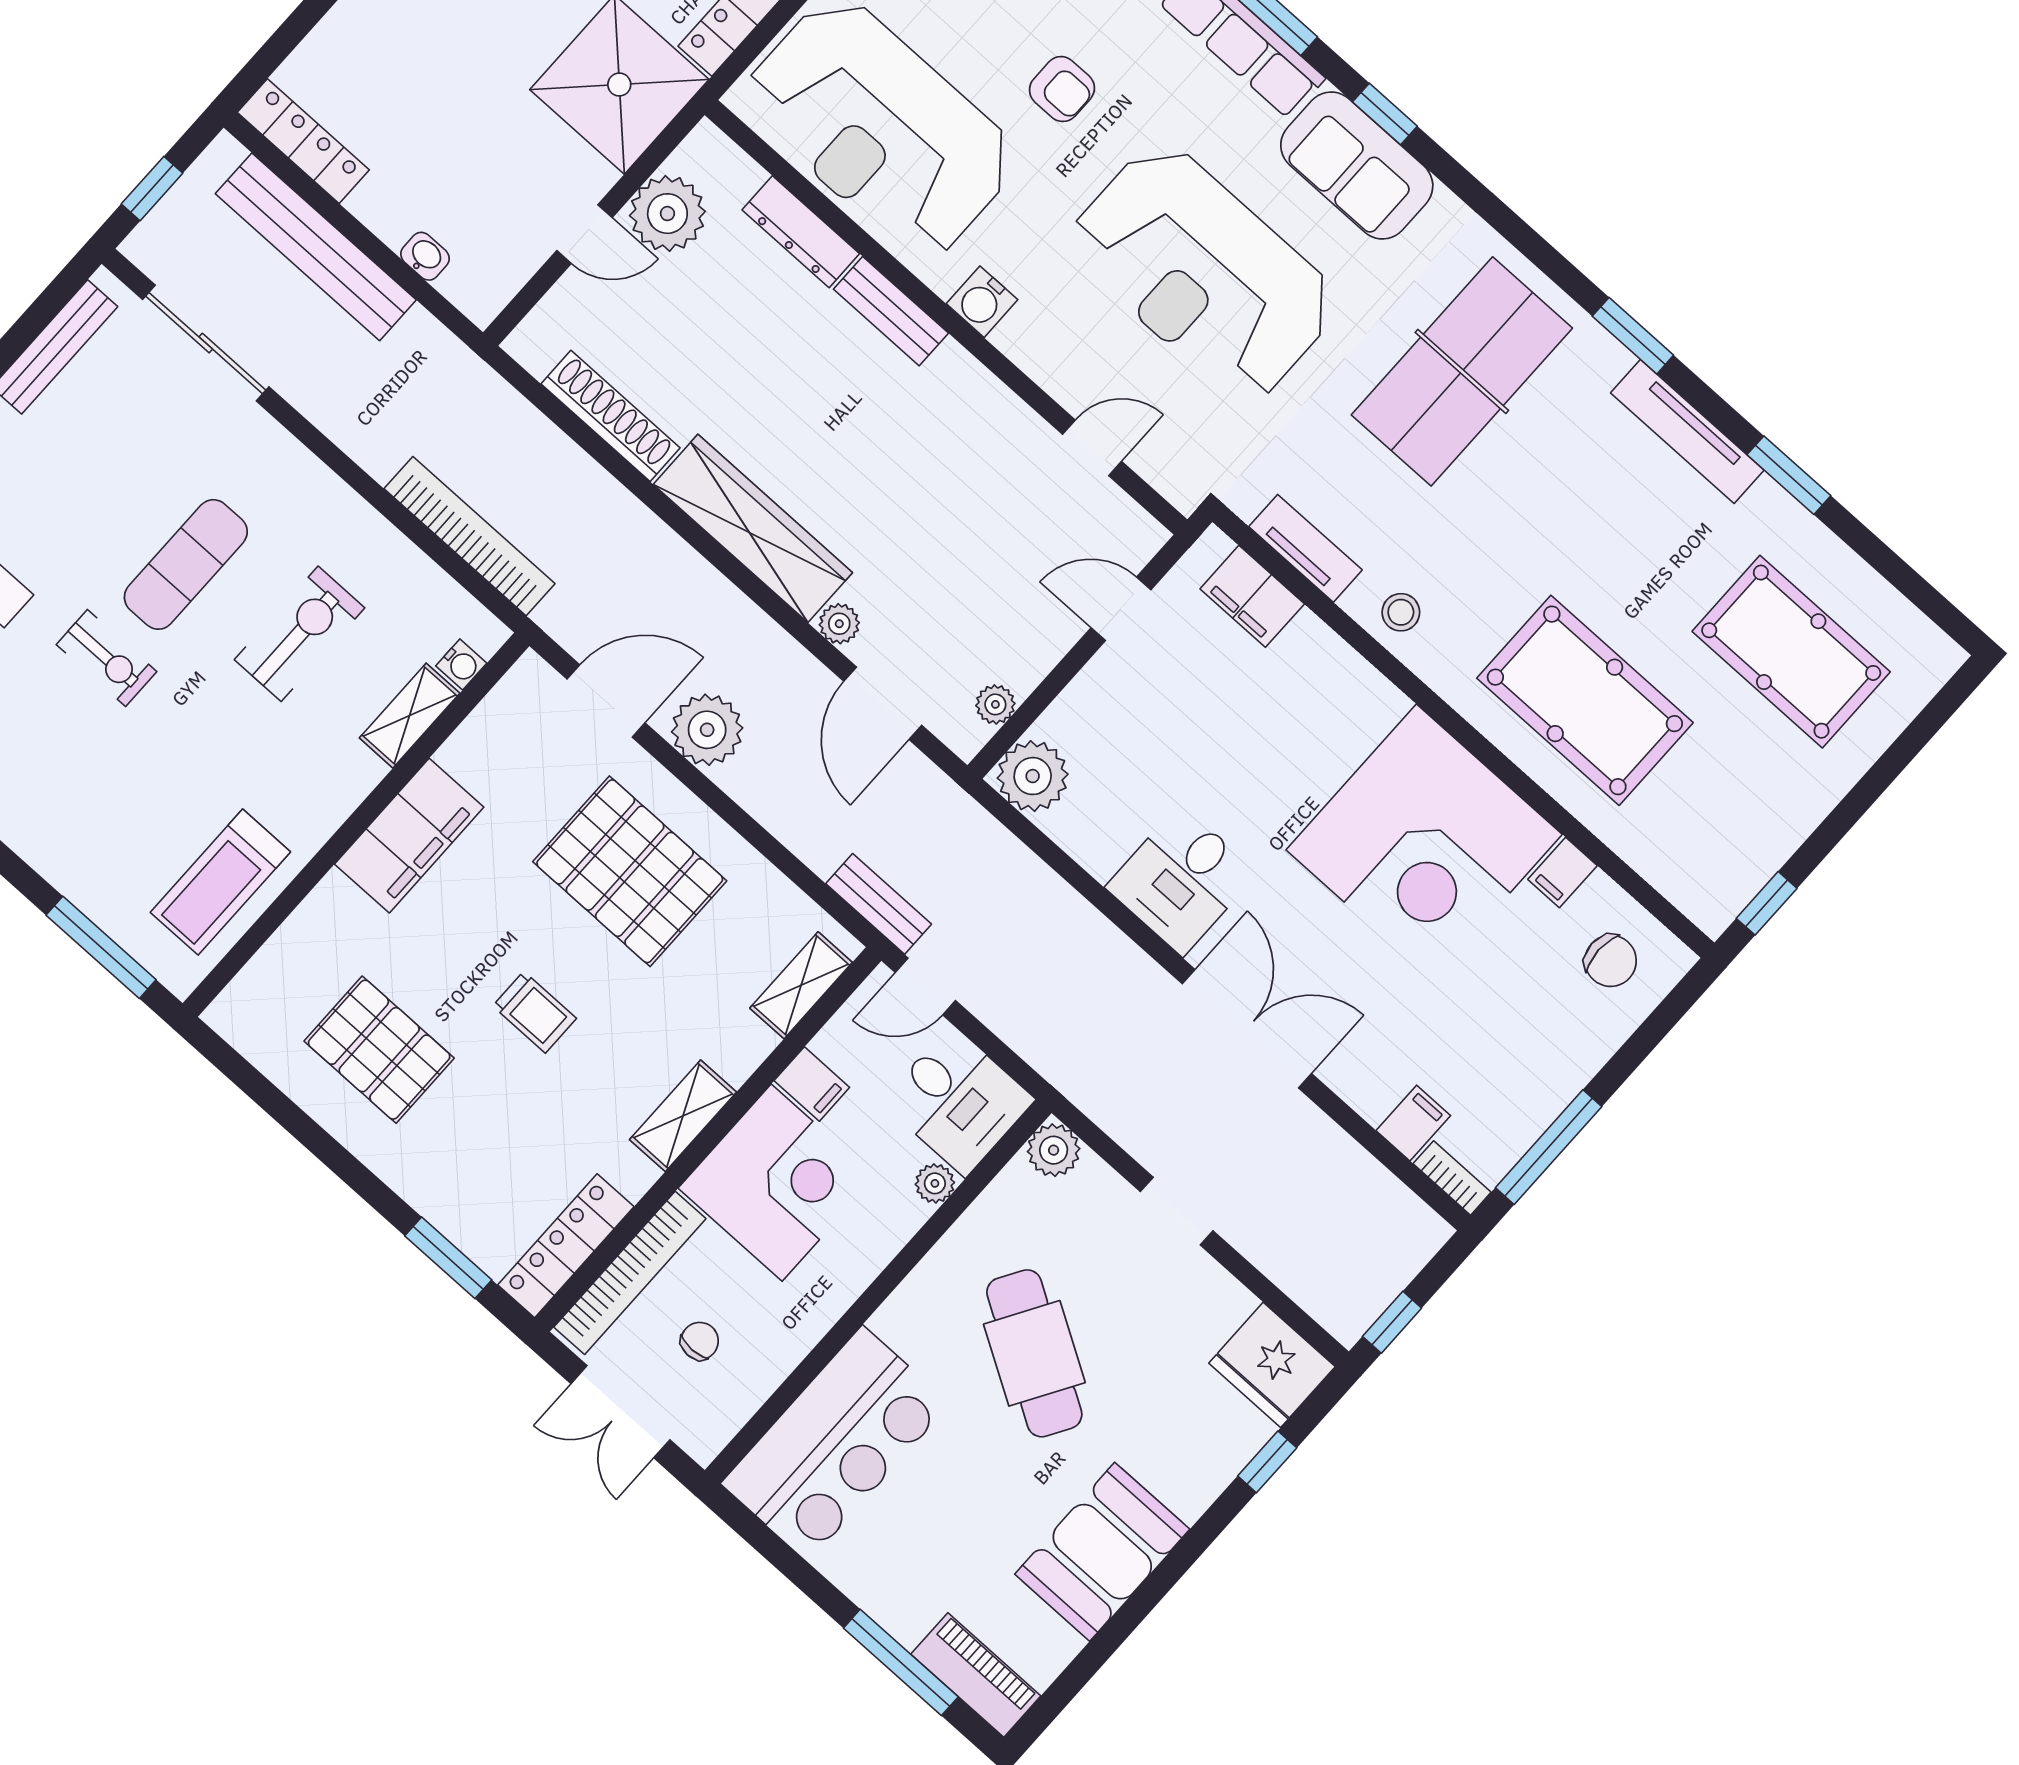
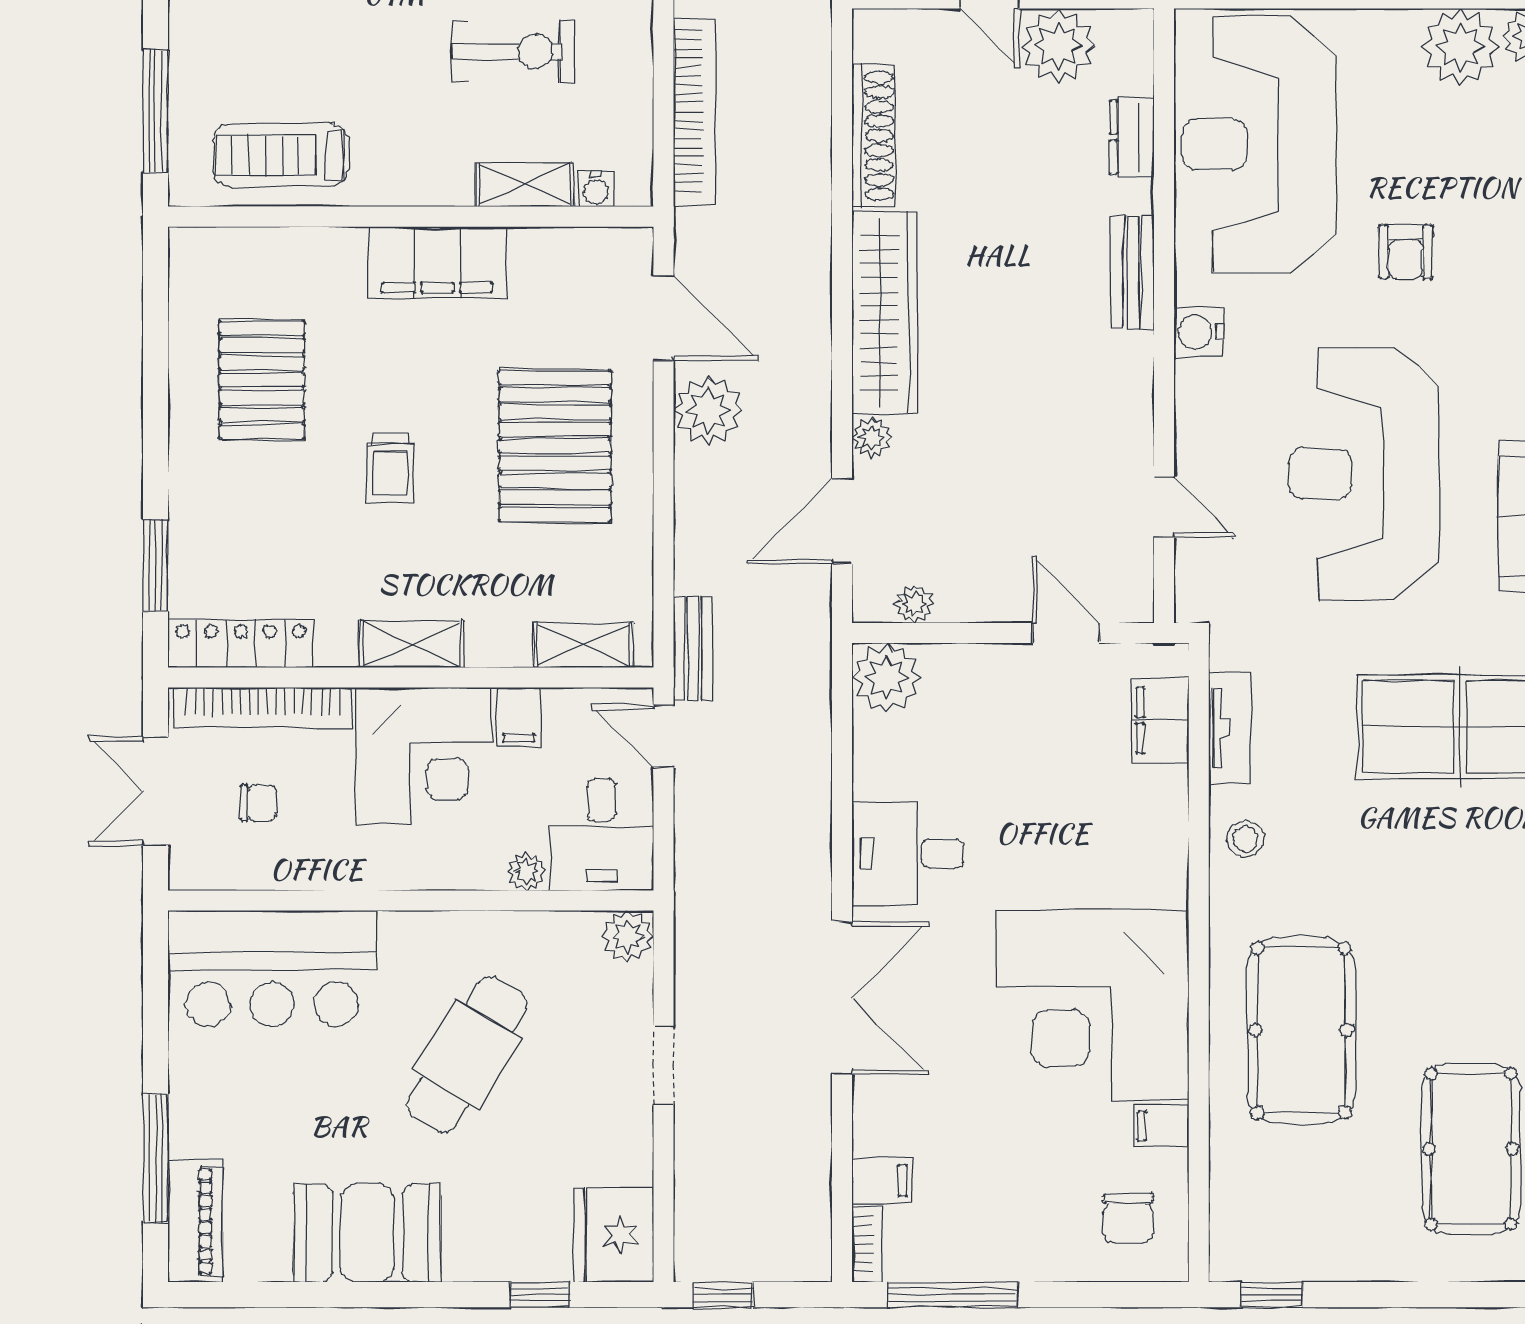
dresser: (801, 232) -> (1132, 137), width x0.70

